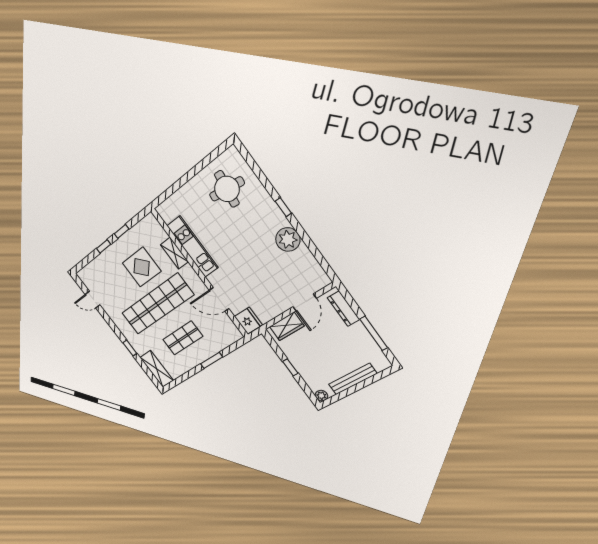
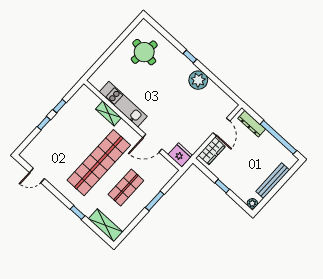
display table: (142, 267) -> (81, 133), removed
window: (374, 333) -> (278, 137), width x1.46

